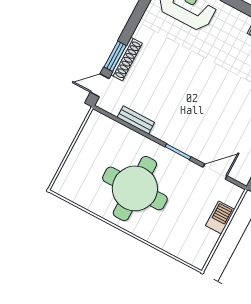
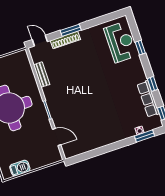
window: (115, 56) -> (71, 30), moved
barbecue: (220, 217) -> (20, 168), moved

